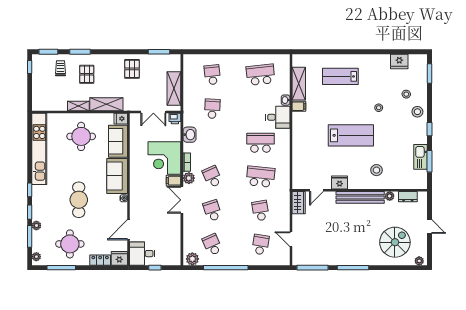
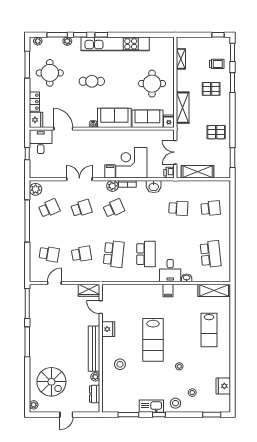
lab bench: (340, 76) -> (209, 330), turned 180
shelving: (299, 84) -> (214, 290), moved
shelving: (78, 106) -> (181, 59), moved
filing cabinet: (299, 106) -> (168, 290), moved
kitchen unit: (39, 149) -> (115, 44), moved
kitchen sink: (421, 157) -> (151, 406), moved
cafe table: (79, 200) -> (92, 81), width x0.73, depth x0.74
double door: (182, 200) -> (79, 179), moved

